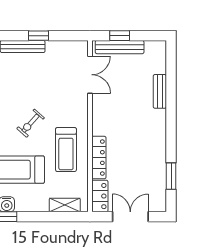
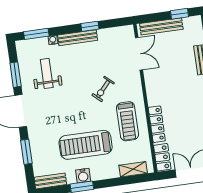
window: (120, 36) -> (179, 14), moved
exercise bike: (31, 123) -> (103, 89), moved

